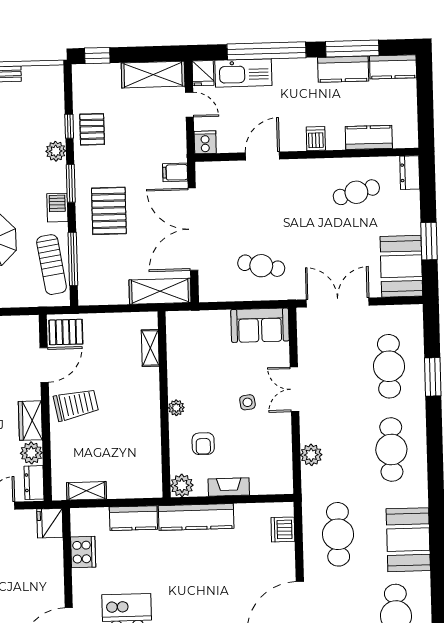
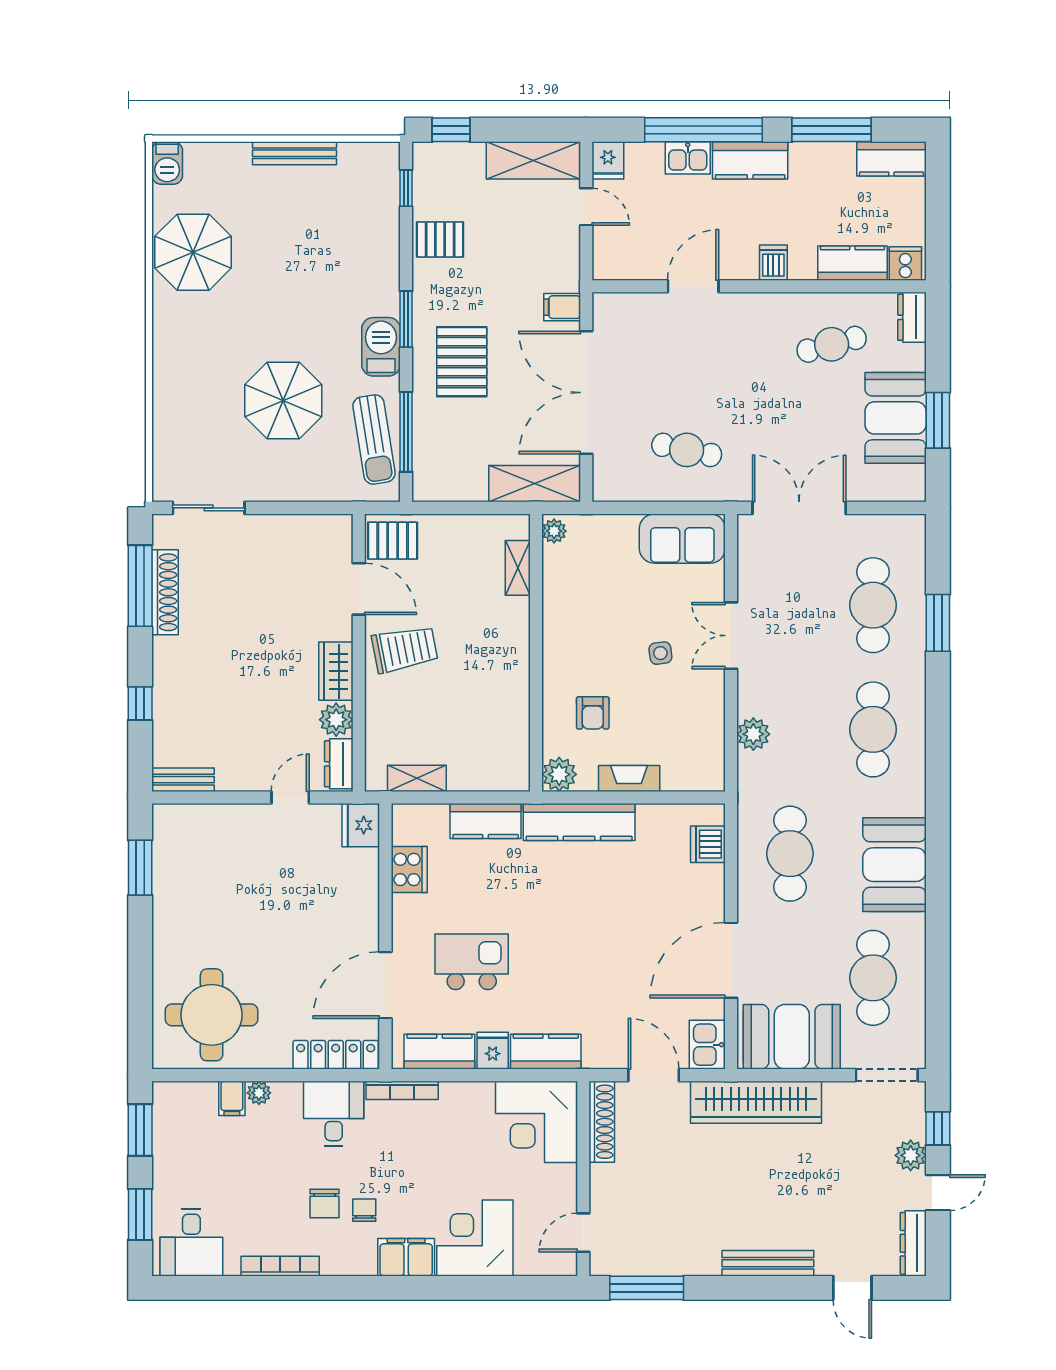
kitchen counter: (343, 69) -> (750, 160), moved
kitchen sink: (243, 73) -> (688, 158), width x0.53, depth x0.81
window: (69, 126) -> (406, 188), moved
pallet: (92, 129) -> (440, 239), turned 90
cooker: (205, 142) -> (905, 264), moved
plant: (56, 151) -> (385, 271), removed
barbecue: (57, 208) -> (381, 347), width x1.38, depth x1.27
booth: (401, 266) -> (896, 418), moved
door: (44, 365) -> (359, 589), hinge flipped
plant: (176, 408) -> (554, 531), moved

